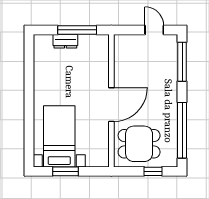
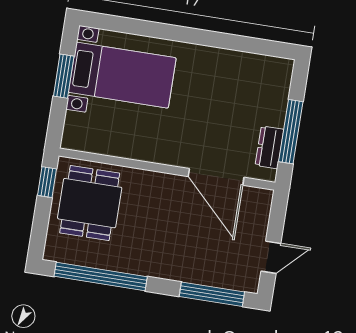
dresser: (65, 41) -> (269, 147), moved
door: (111, 105) -> (216, 177), moved
window: (153, 171) -> (47, 182), moved

